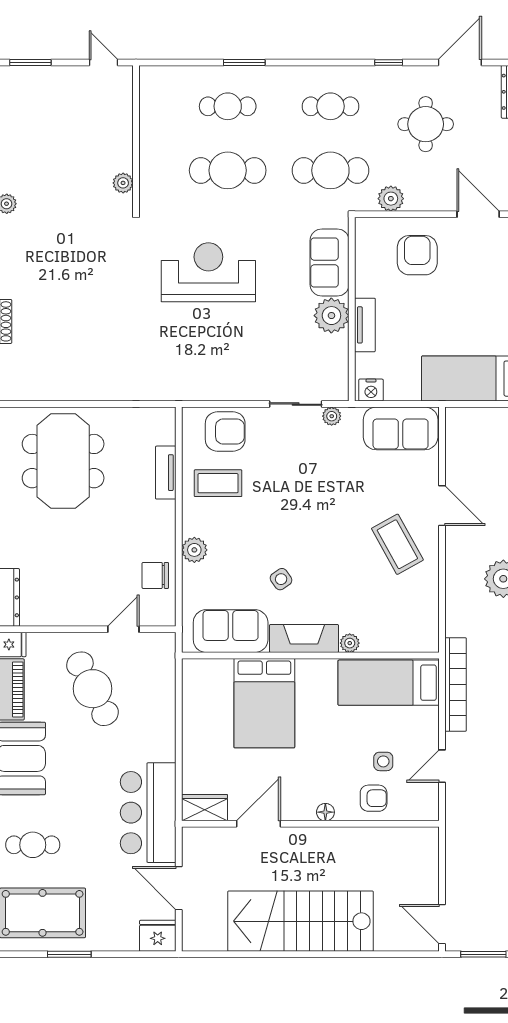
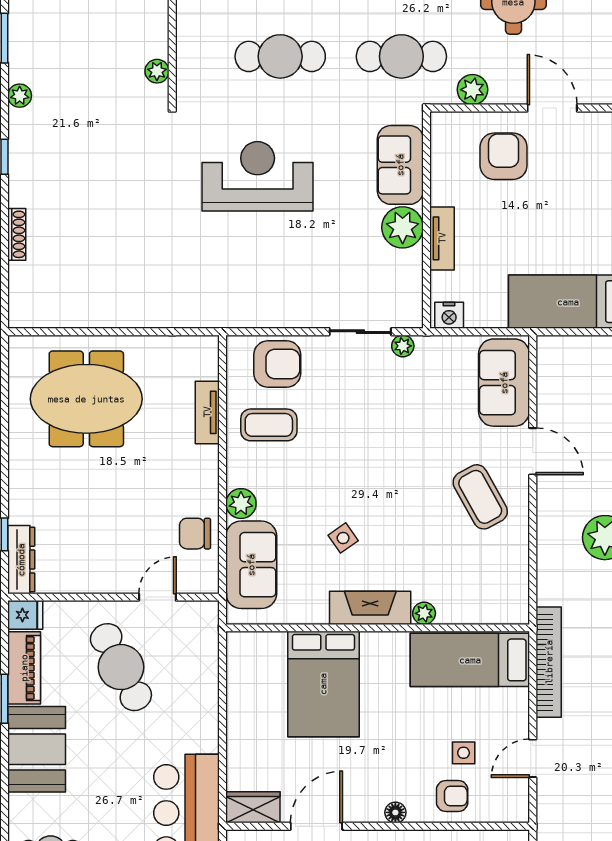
door: (478, 214) -> (552, 108), moved
sofa: (401, 428) -> (504, 383), moved, turned 90
meeting table: (63, 461) -> (86, 399), turned 90
sofa: (231, 631) -> (251, 565), moved, turned 90

